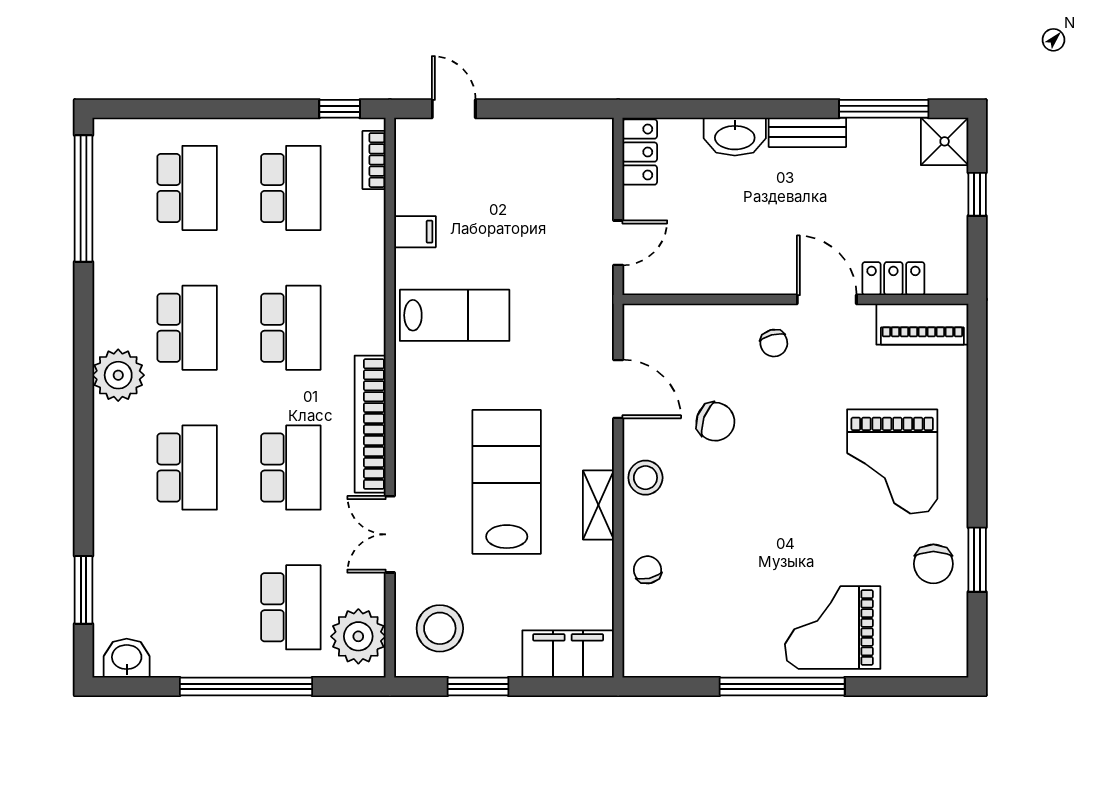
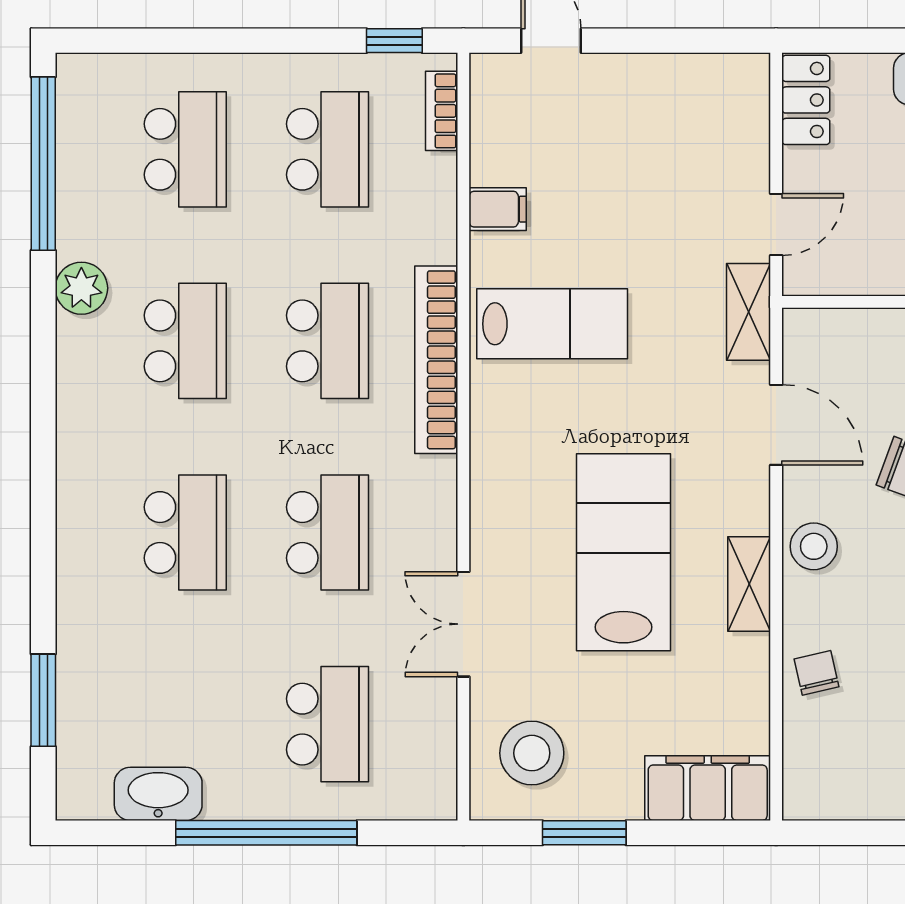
shelving: (598, 307) -> (749, 312), added
plant: (118, 375) -> (81, 288), moved, width x0.73, depth x0.73
bookcase: (370, 424) -> (436, 360), moved
plant: (358, 636) -> (420, 764), removed
washbasin: (127, 658) -> (158, 794), moved, width x1.38

